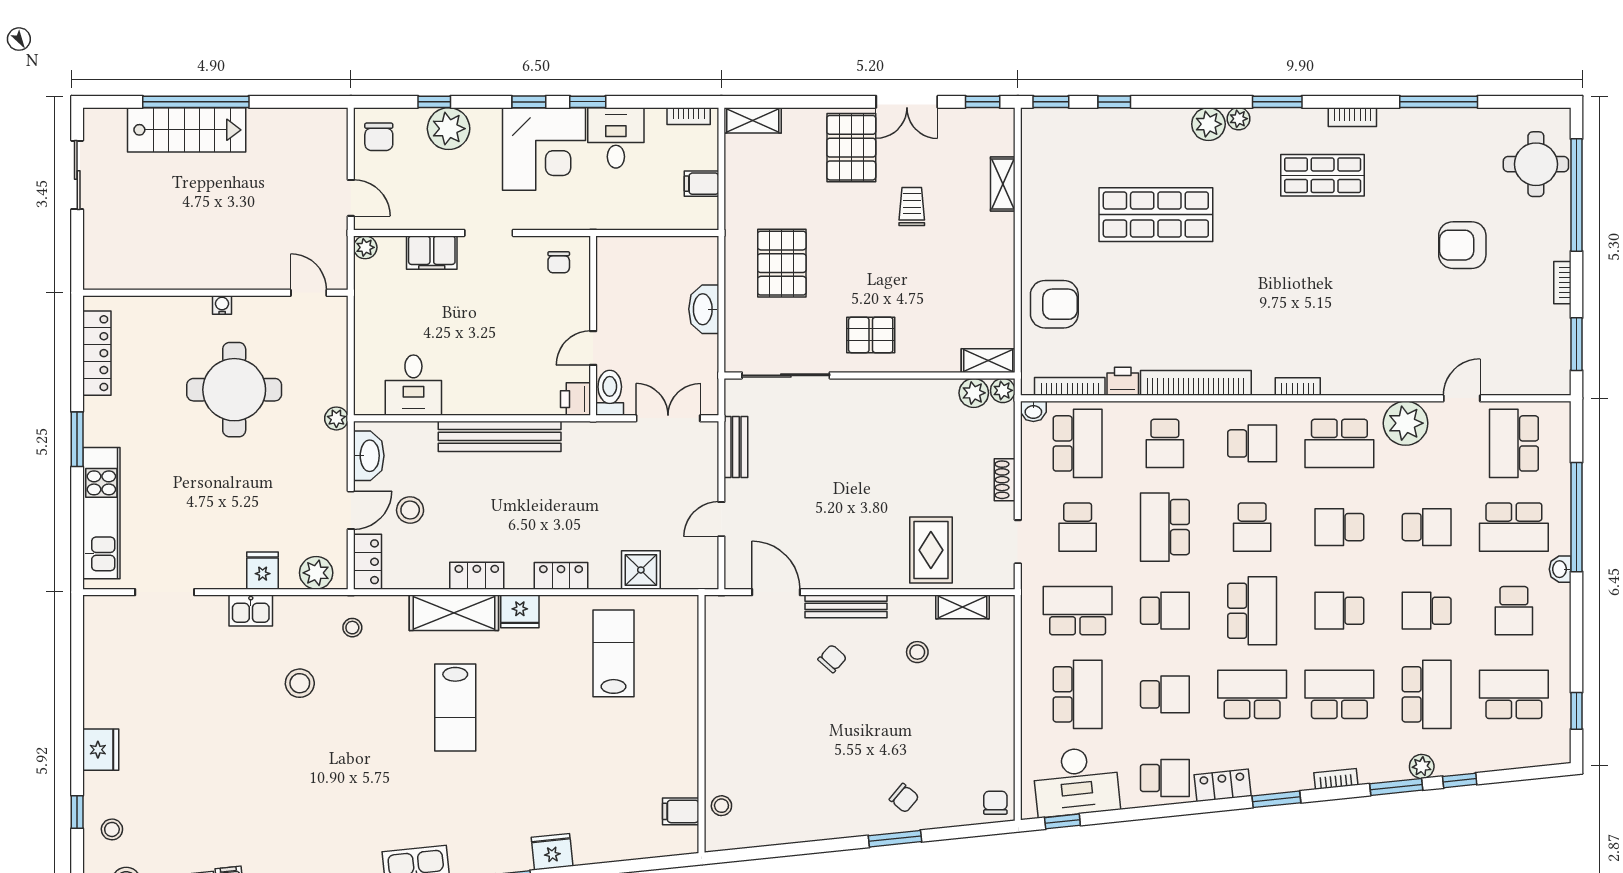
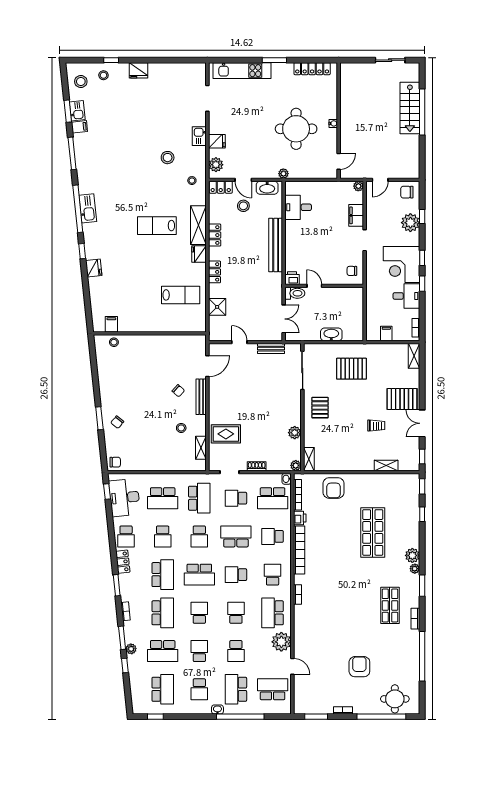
window: (1439, 102) -> (422, 656), width x1.46
plant: (974, 393) -> (295, 433), moved
school desk: (1252, 443) -> (273, 575), turned 180
school desk: (1514, 611) -> (199, 689), turned -90

